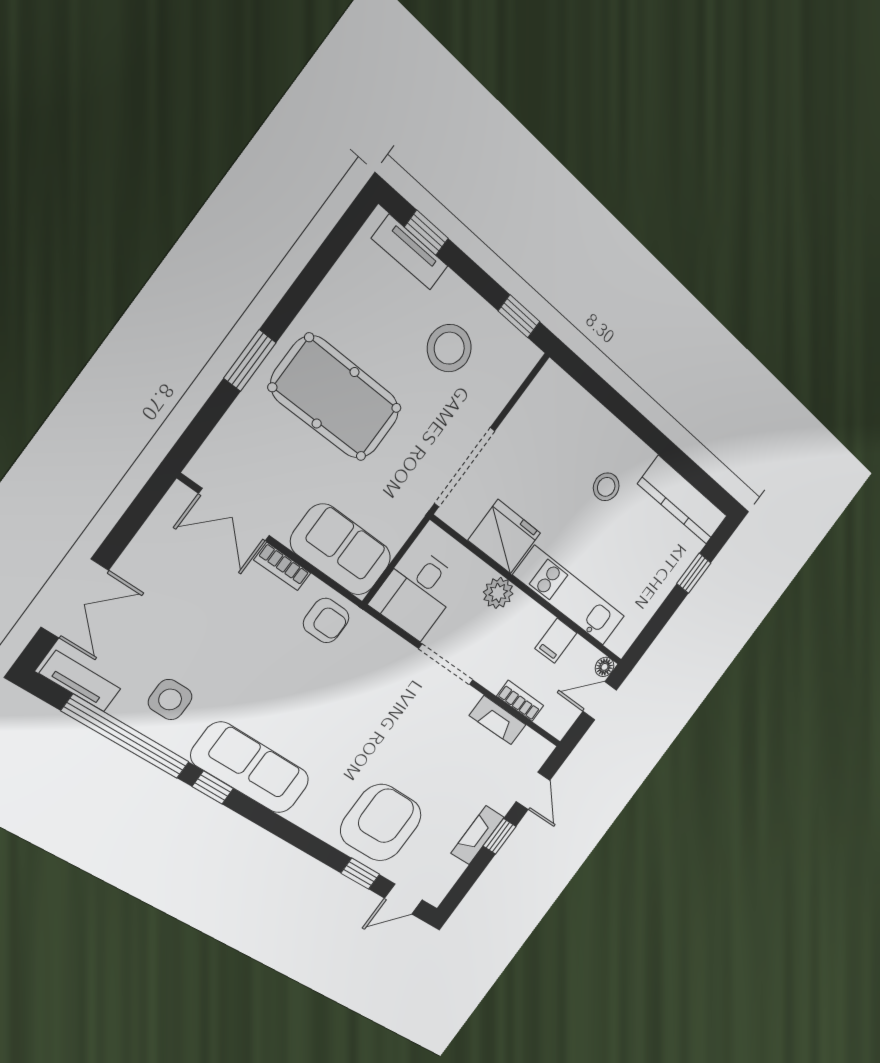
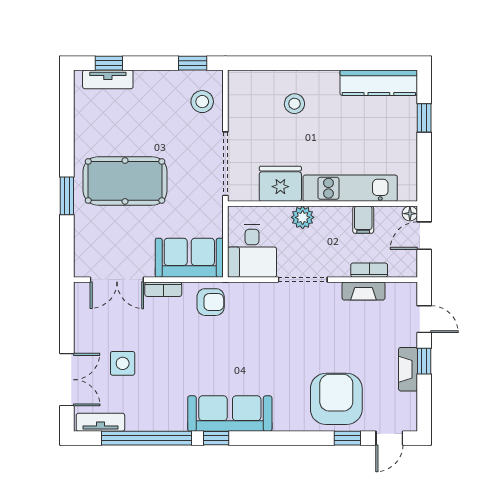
stool: (449, 348) -> (202, 102), moved, width x0.73, depth x0.73
stool: (606, 487) -> (294, 104), moved
side table: (170, 700) -> (123, 363), moved

